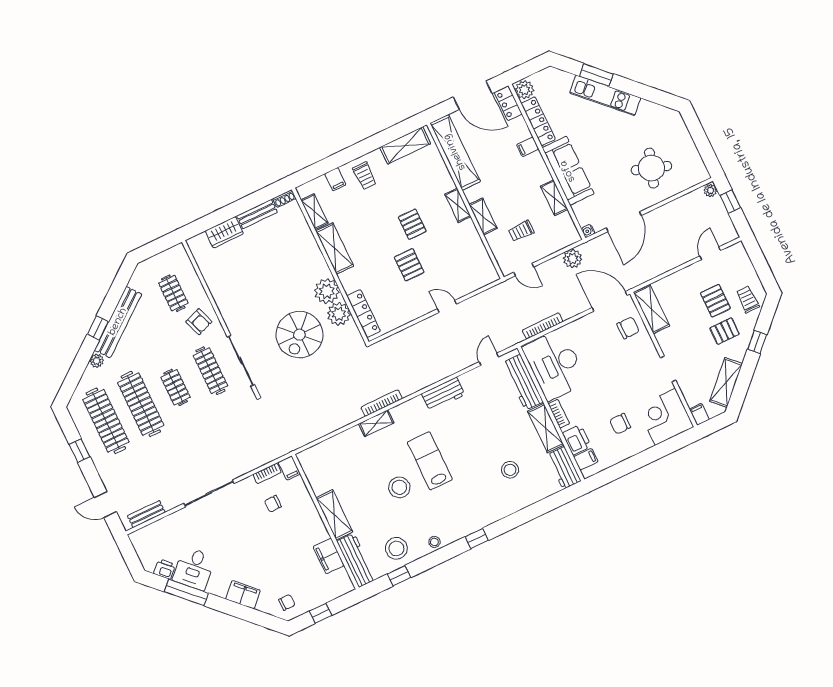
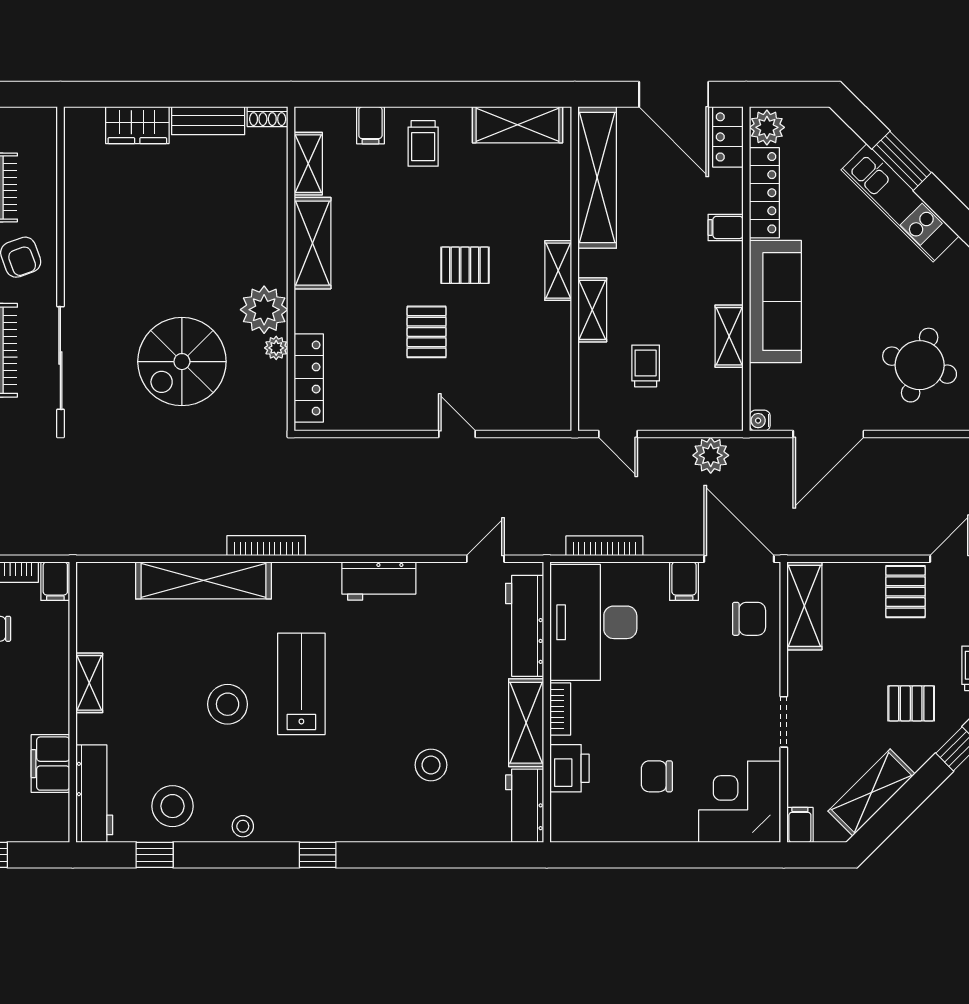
pallet: (412, 224) -> (465, 265), turned 90
trolley: (521, 231) -> (646, 366), turned 90
pallet: (715, 301) -> (905, 592), moved
plant: (339, 314) -> (276, 348), width x0.53, depth x0.53
shelving: (376, 423) -> (203, 580), width x2.20, depth x1.33
filing cabinet: (586, 459) -> (684, 581), moved, turned 90
shelving: (334, 515) -> (89, 683), width x0.67, depth x0.75

